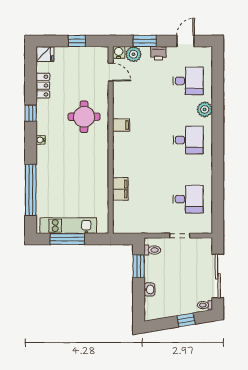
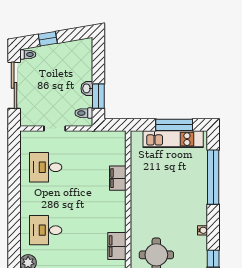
filing cabinet: (121, 125) -> (117, 246), width x2.00
washbasin: (149, 289) -> (87, 88), moved

